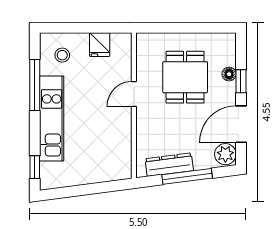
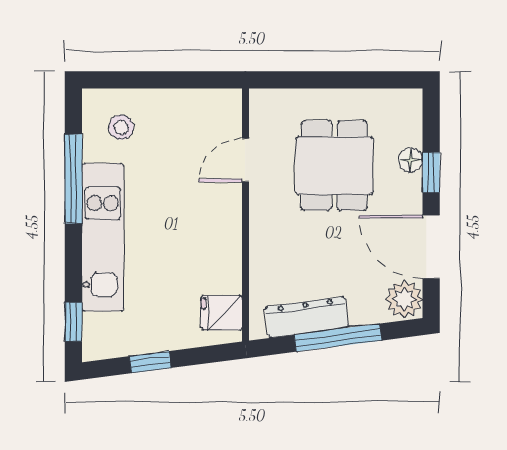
fridge: (100, 45) -> (221, 313), moved, turned 90
door: (134, 94) -> (245, 160), moved
door: (241, 124) -> (431, 247), hinge flipped
window: (79, 190) -> (150, 362), added

